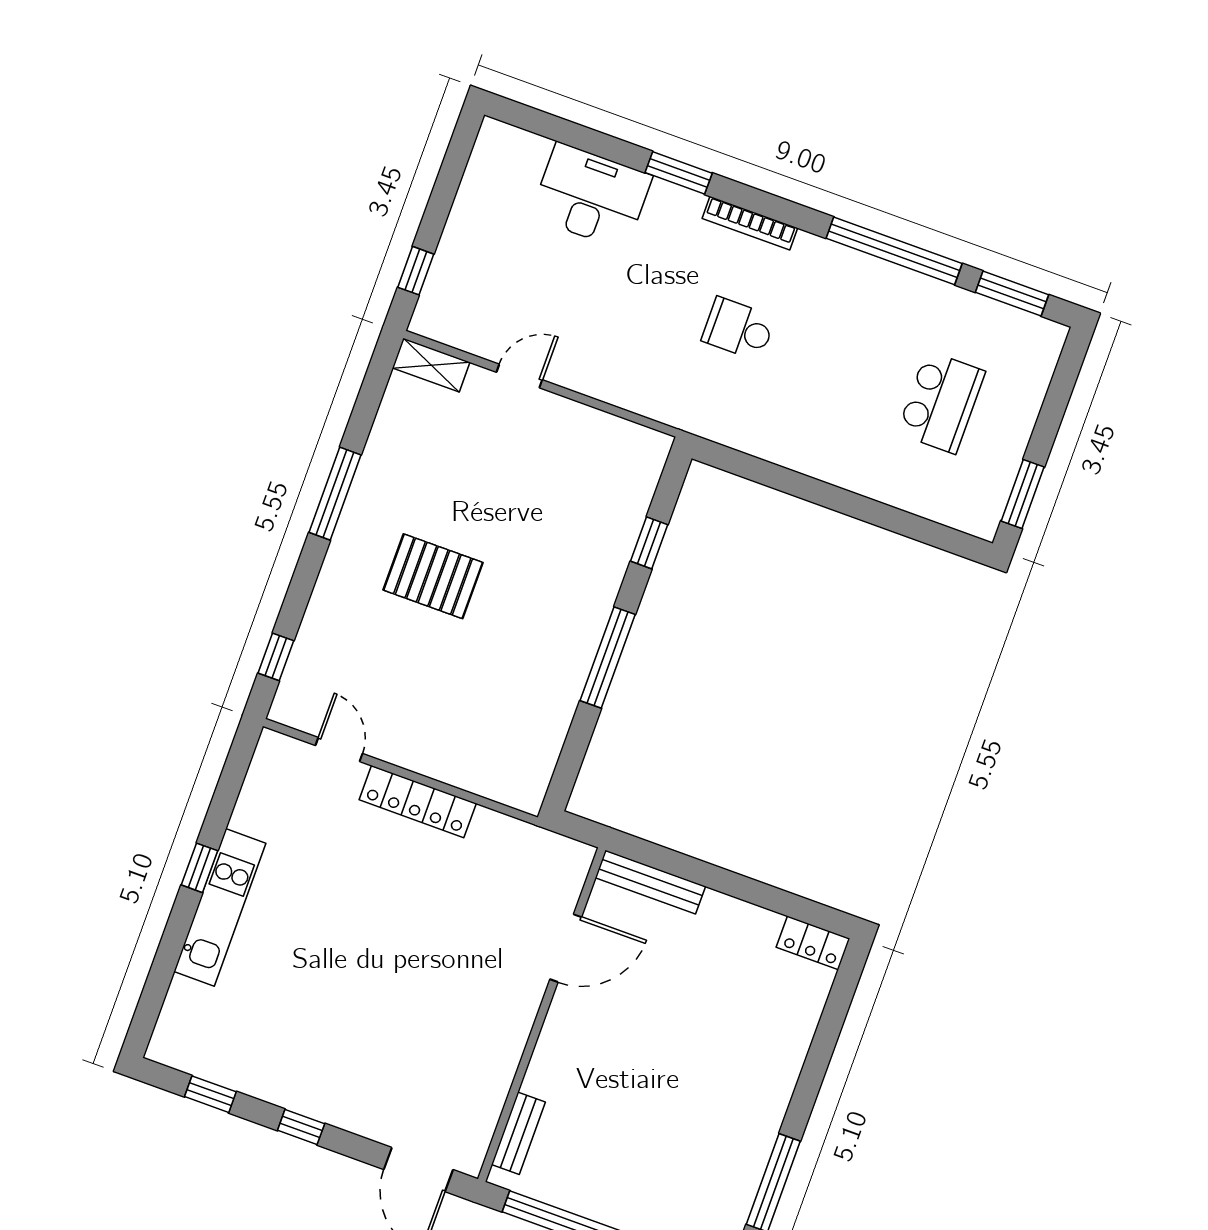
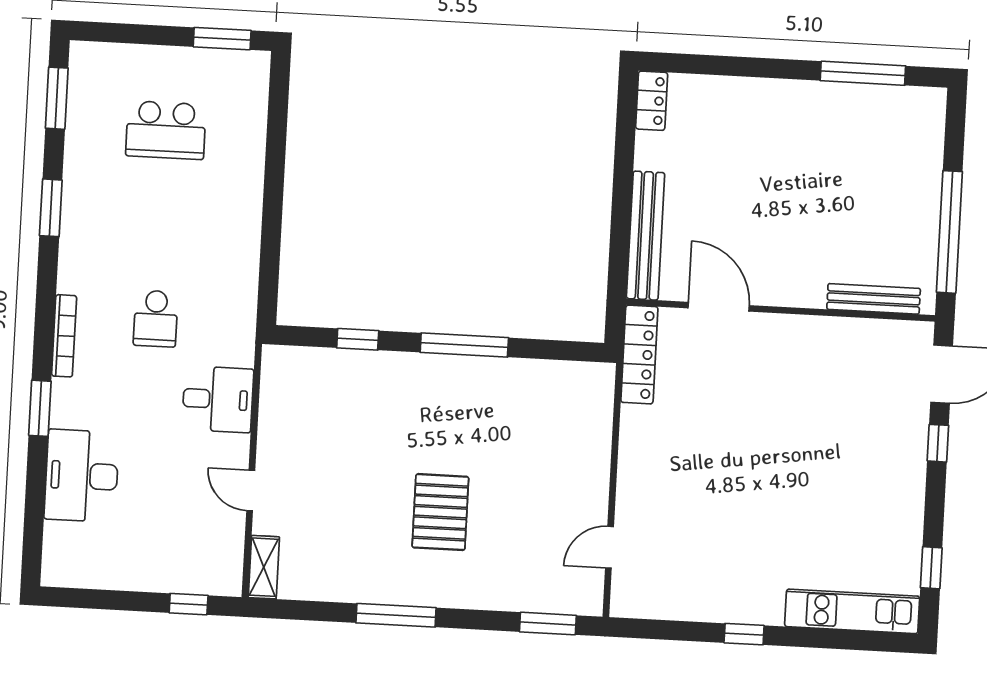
window: (894, 251) -> (51, 208), width x0.47
desk: (630, 370) -> (218, 399), added
school desk: (941, 402) -> (166, 130), turned 180
window: (276, 657) -> (548, 624), width x1.50
locker: (418, 802) -> (639, 355), moved
bench: (650, 882) -> (646, 236), width x1.37, depth x1.21
kitchen unit: (220, 907) -> (852, 611), moved
window: (301, 1127) -> (938, 443), moved
bench: (518, 1133) -> (874, 299), width x1.36

